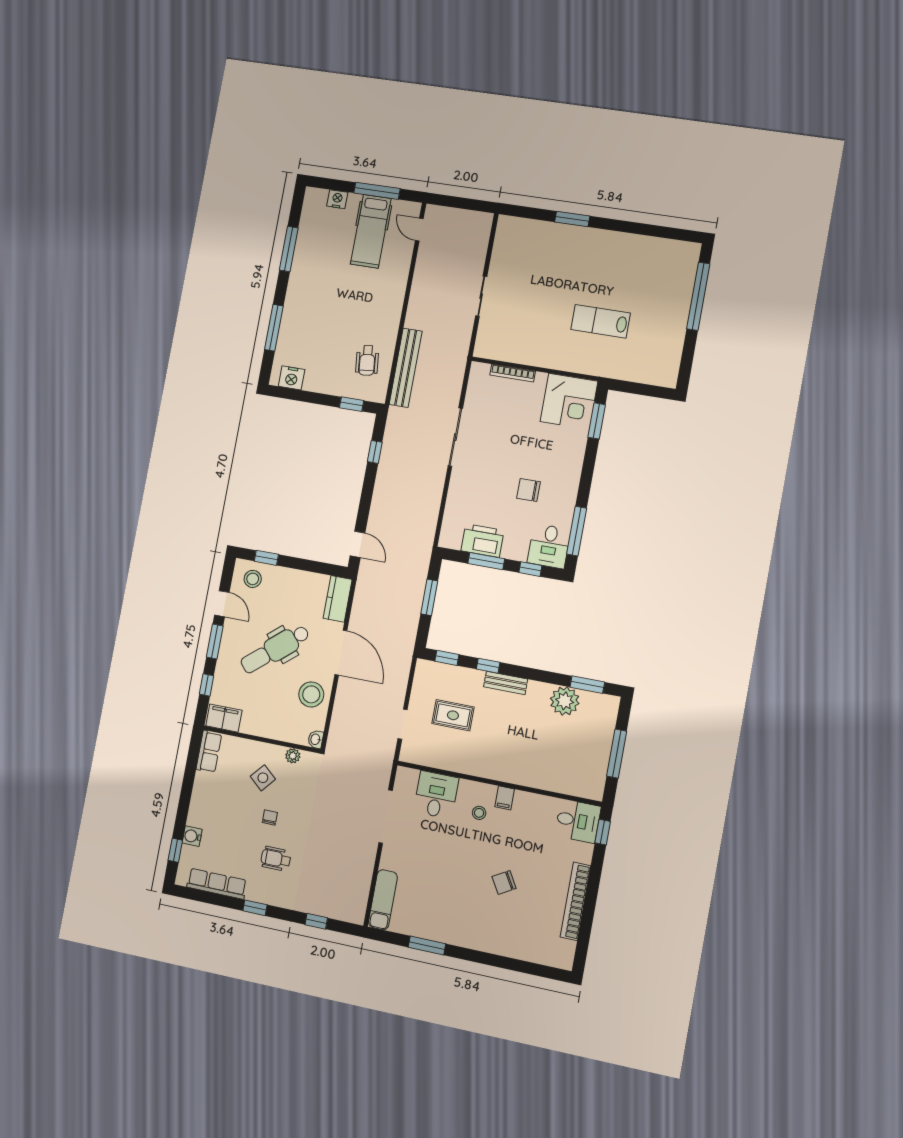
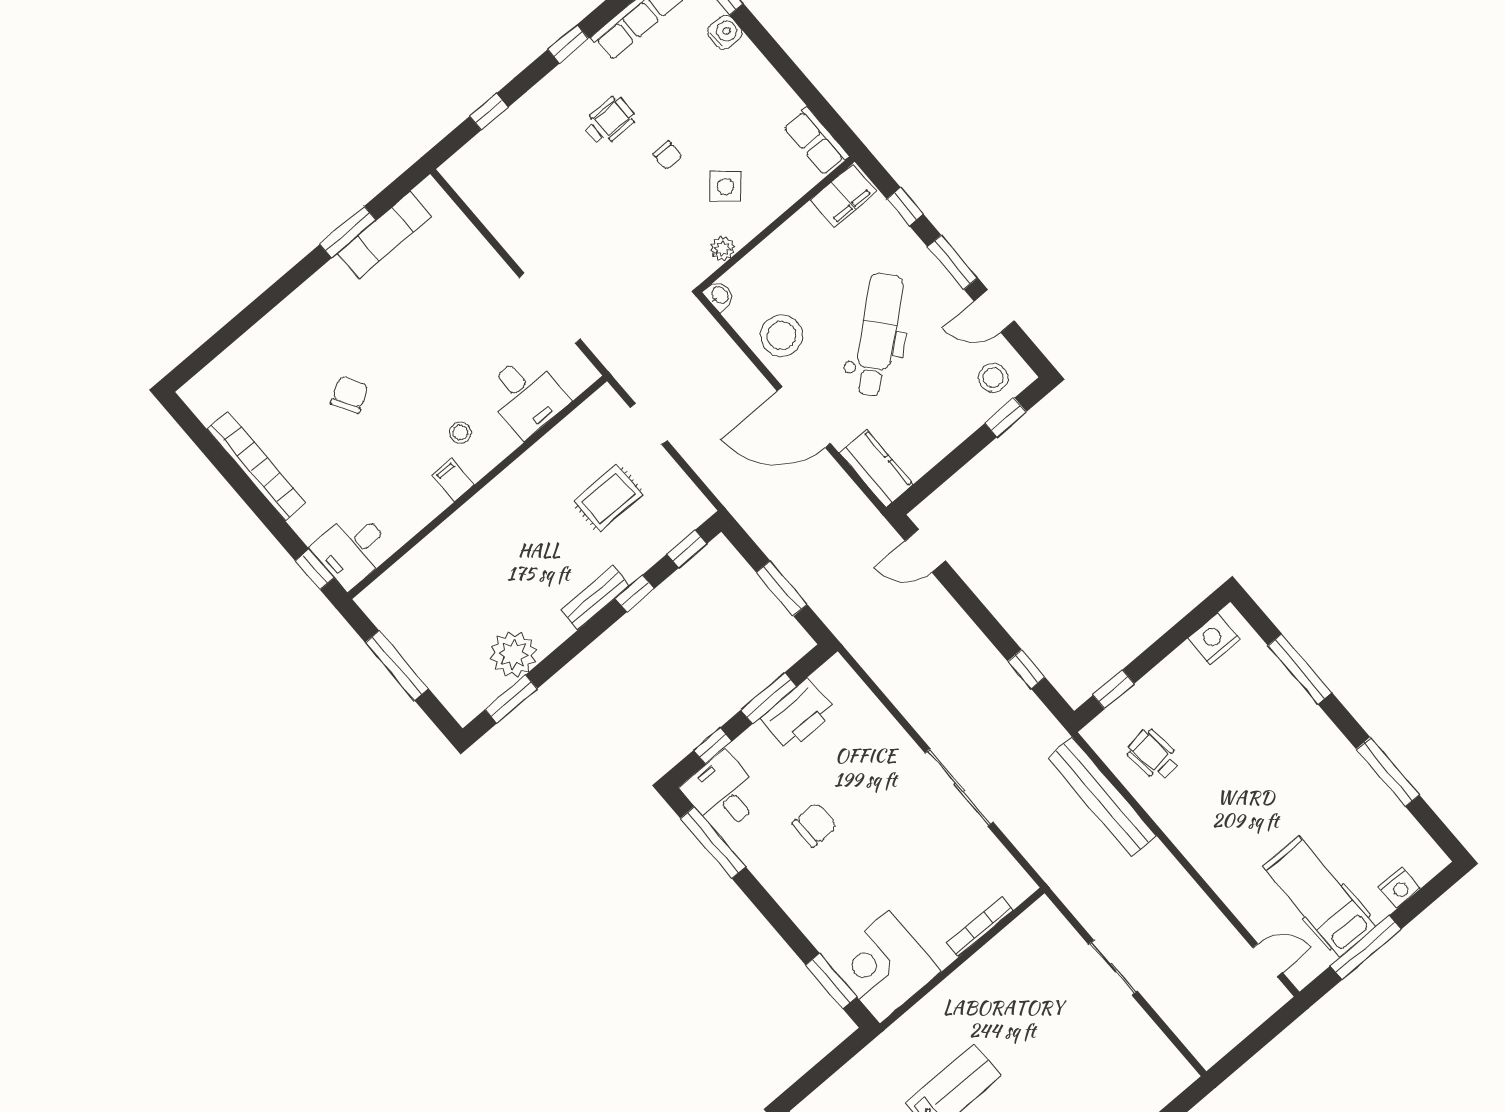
exam couch: (383, 900) -> (384, 235), moved, turned -90

